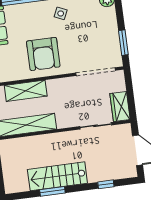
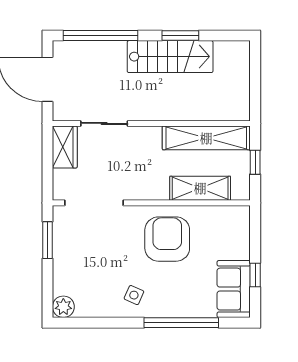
window: (106, 184) -> (101, 35), width x3.17

